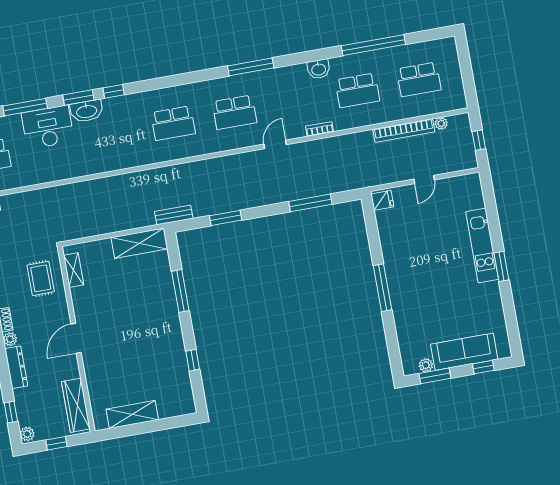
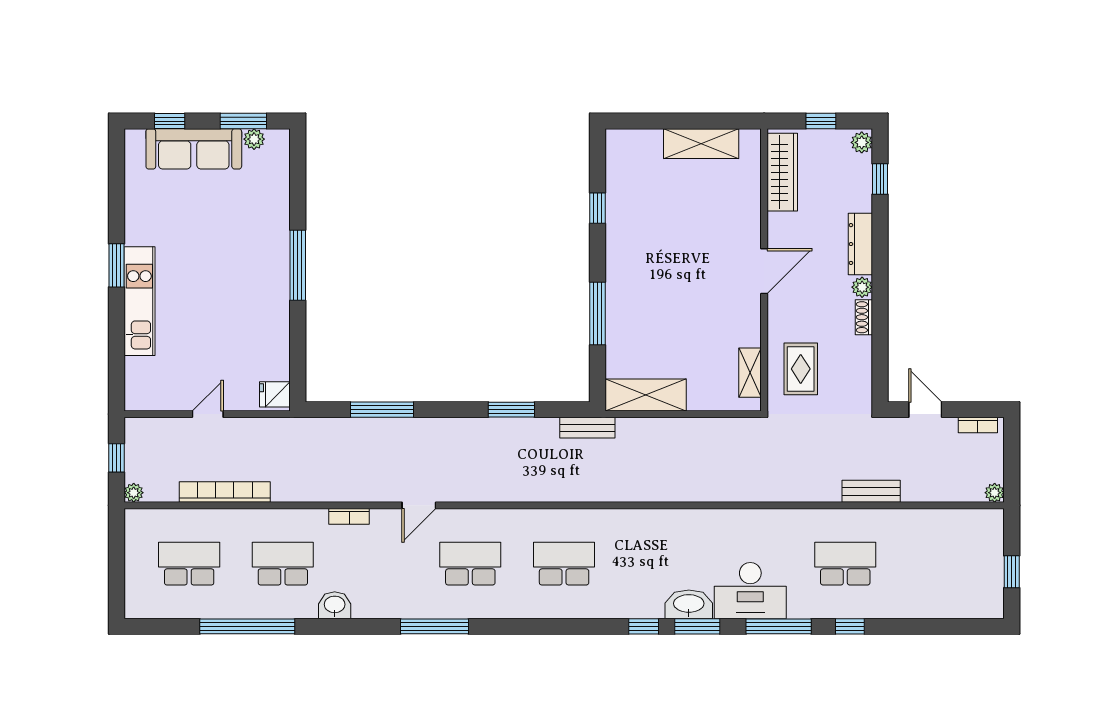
plant: (441, 123) -> (134, 493), moved

